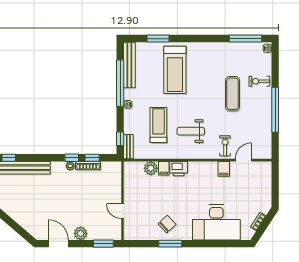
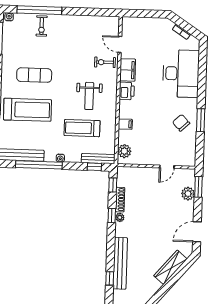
exercise mat: (233, 94) -> (34, 75), moved
window: (275, 110) -> (39, 10), moved
bench: (128, 147) -> (98, 159), width x1.36
window: (92, 158) -> (113, 185), moved
plant: (151, 168) -> (124, 151), moved
printer: (179, 169) -> (127, 91), moved
filing cabinet: (224, 169) -> (128, 70), width x2.00
wardrobe: (22, 218) -> (170, 267), added
plant: (81, 233) -> (188, 194), moved

